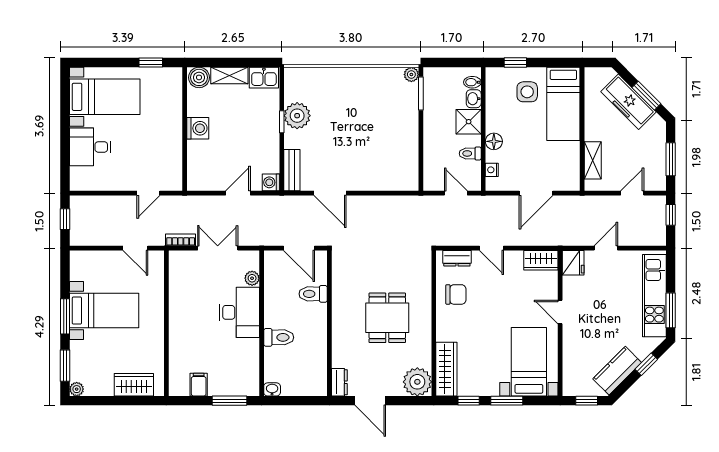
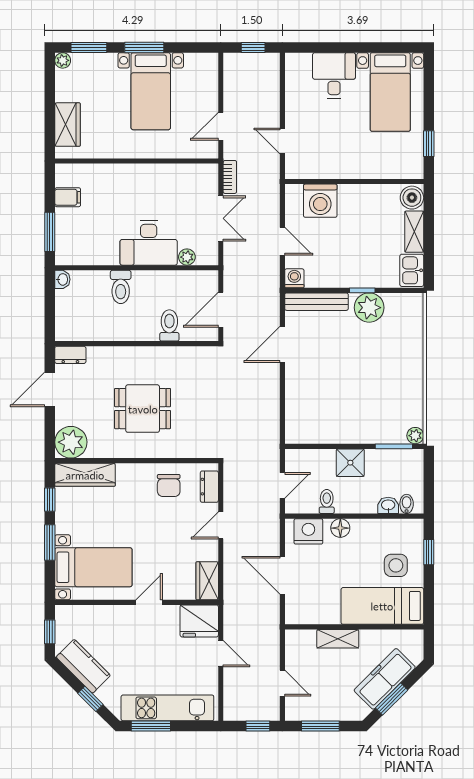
shower: (469, 122) -> (350, 463), moved
washing machine: (198, 128) -> (320, 201), moved, width x1.37, depth x1.37
shelving: (593, 160) -> (338, 639), moved
bench: (292, 170) -> (316, 302), width x1.36
nightstand: (492, 170) -> (308, 531), width x1.89, depth x1.79
fridge: (573, 263) -> (199, 621), width x1.36, depth x1.34

